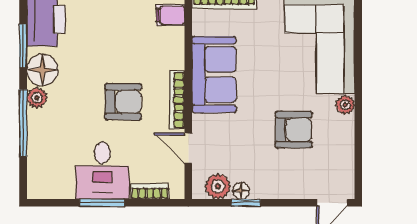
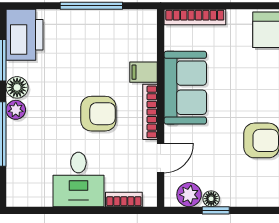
filing cabinet: (170, 15) -> (144, 72), moved
floor lamp: (42, 70) -> (17, 87), width x0.73, depth x0.73
door: (188, 148) -> (161, 158), swing flipped
window: (102, 203) -> (78, 210), removed

